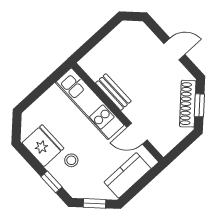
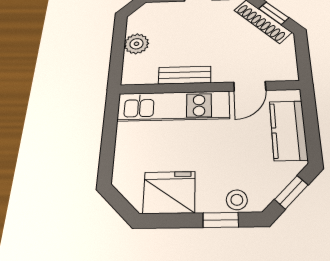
plant: (110, 45) -> (136, 44), added
stool: (71, 160) -> (237, 200), moved

